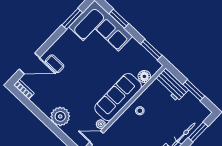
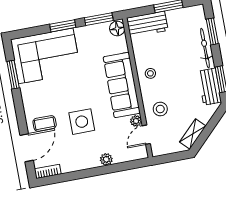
window: (119, 19) -> (63, 26), moved
floor lamp: (144, 76) -> (117, 28), moved
side table: (74, 88) -> (82, 122), added
plant: (60, 116) -> (106, 159), width x0.53, depth x0.53
stool: (121, 135) -> (160, 109), added

